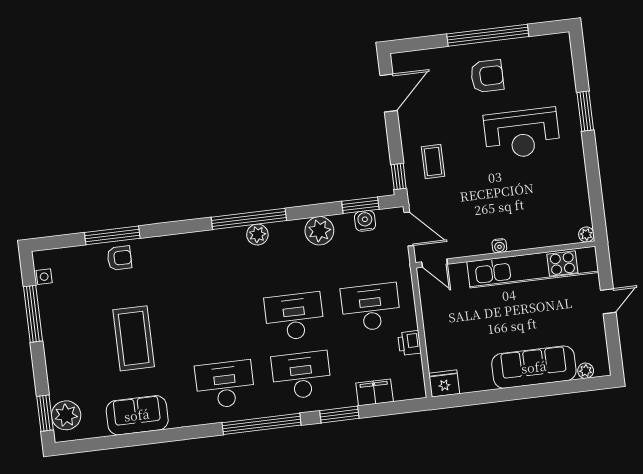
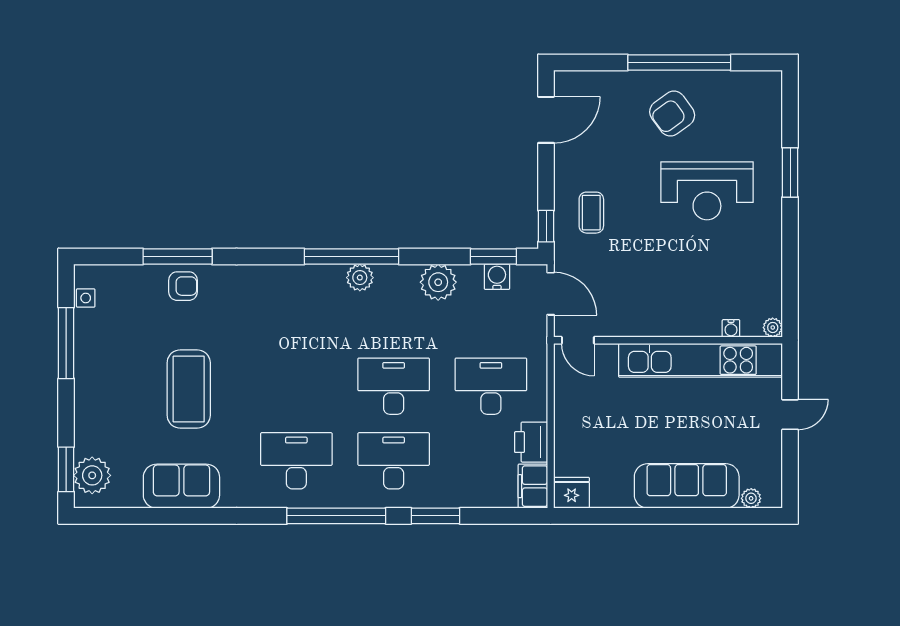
armchair: (487, 76) -> (672, 114), turned 144
water cooler: (499, 246) -> (731, 328), moved
printer: (410, 343) -> (531, 442), width x1.36, depth x1.24
filing cabinet: (375, 392) -> (533, 486), moved, turned -90

